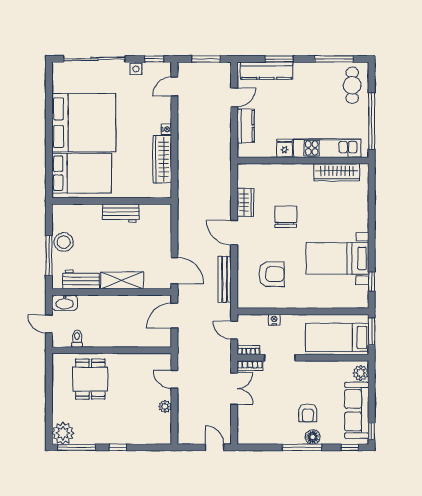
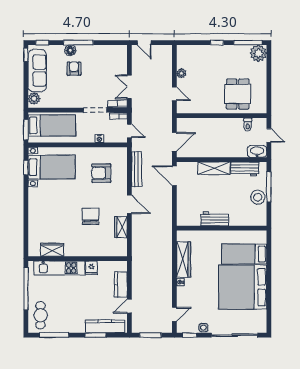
wardrobe: (337, 172) -> (52, 250), width x0.67
bed: (82, 173) -> (244, 254), width x0.67
chair: (286, 217) -> (91, 216), turned 180
bed with nightstands: (337, 258) -> (52, 167), moved

